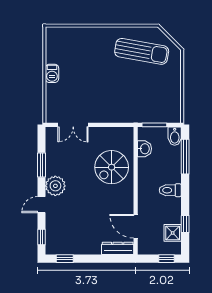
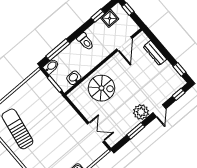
door: (41, 205) -> (159, 111), hinge flipped
dresser: (118, 248) -> (155, 53), moved

